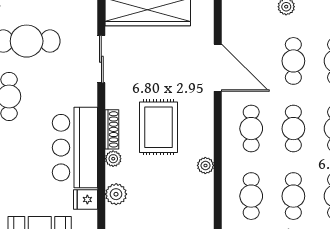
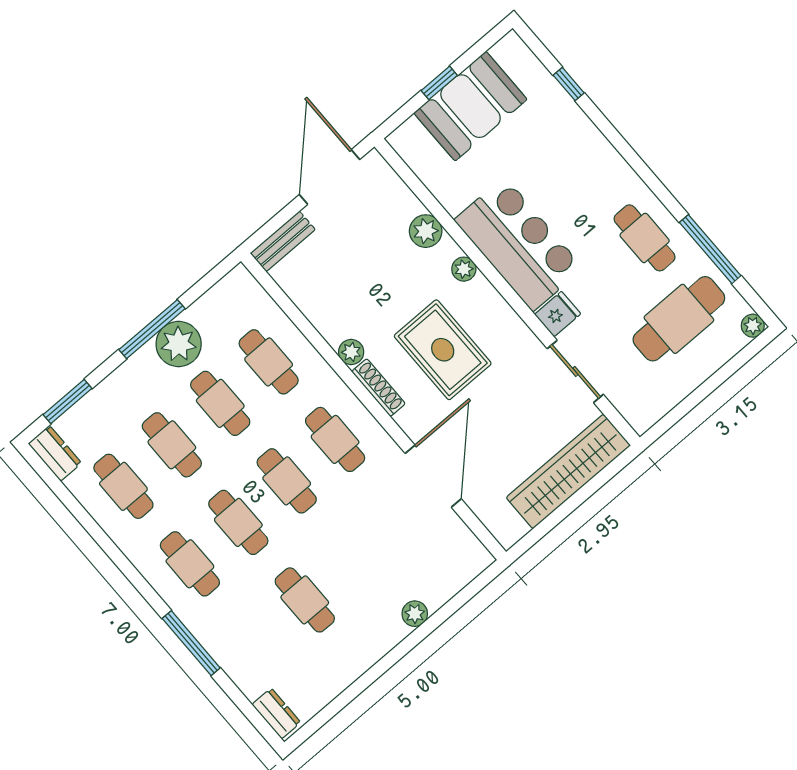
cafe table: (293, 61) -> (353, 558), removed
door: (218, 68) -> (433, 476), swing flipped
shoe rack: (112, 129) -> (378, 388), moved, turned 180
fridge: (85, 200) -> (558, 314), moved

